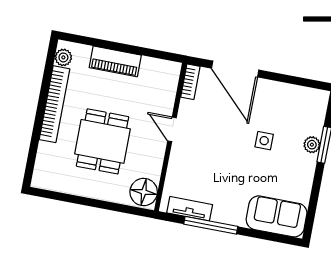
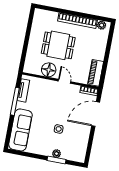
piano: (115, 61) -> (96, 73), moved
door: (172, 129) -> (64, 81), hinge flipped
floor lamp: (144, 192) -> (49, 70), moved
sofa: (277, 216) -> (20, 130), width x1.36

